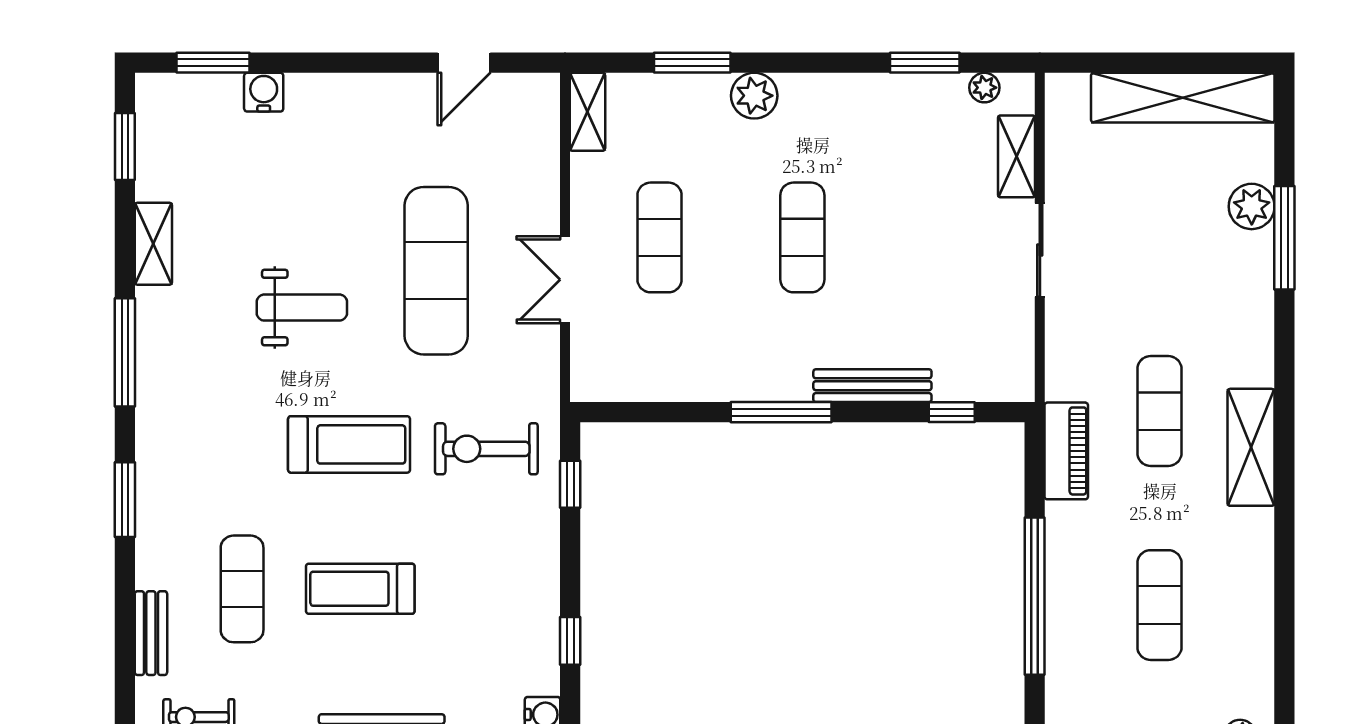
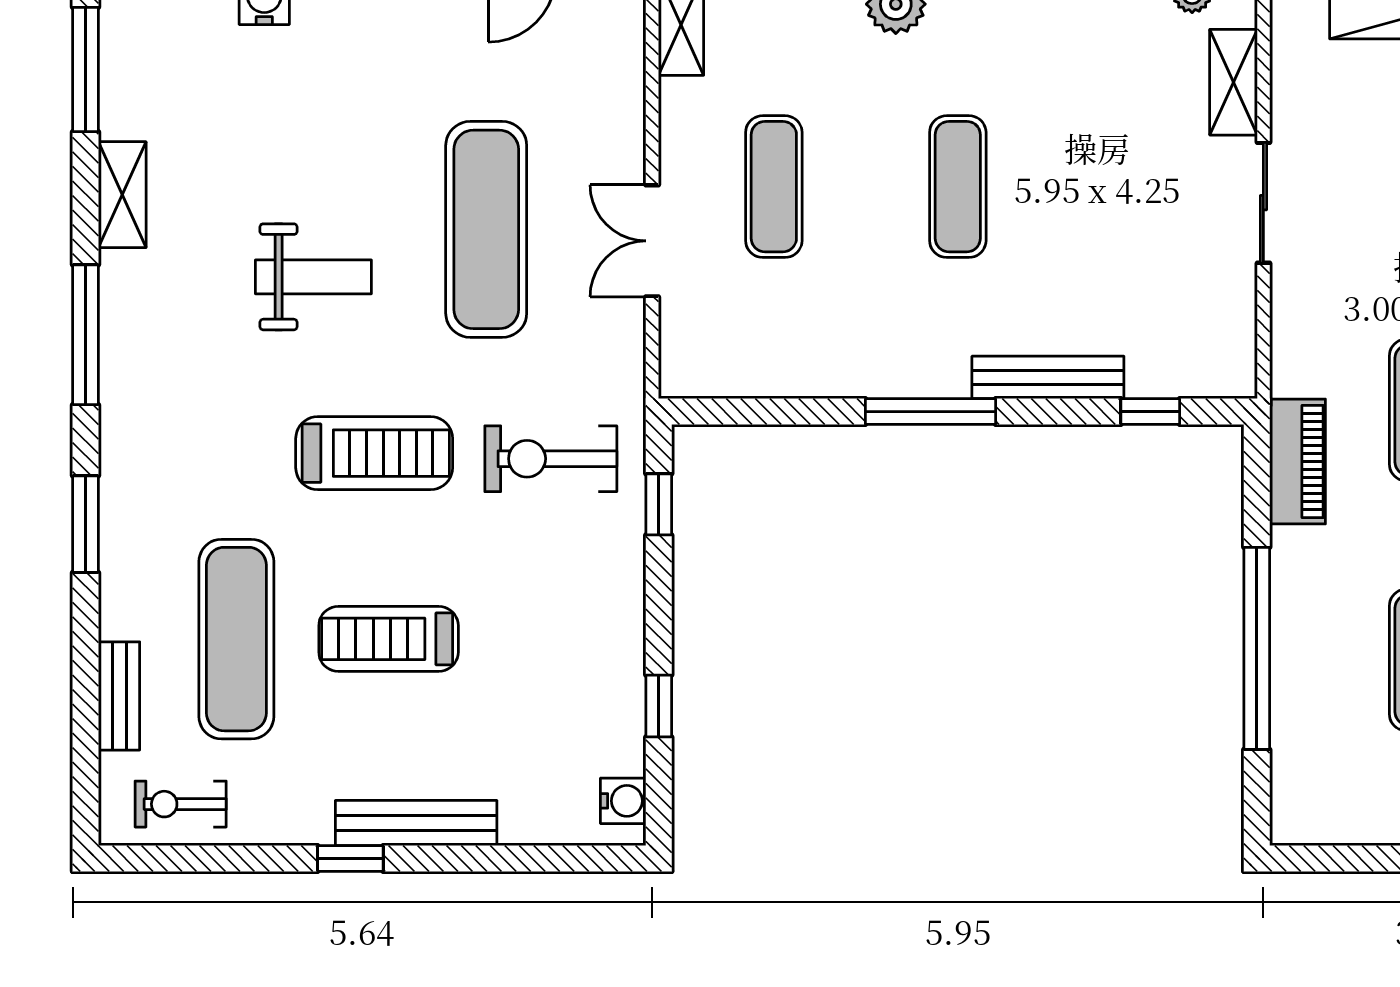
window: (125, 146) -> (86, 69), width x1.44
exercise mat: (242, 589) -> (236, 639), width x1.36, depth x1.45

